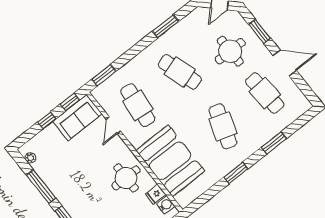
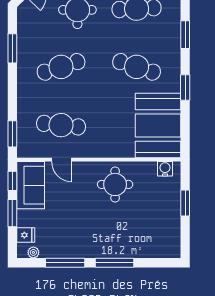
window: (47, 120) -> (12, 213), width x1.50
booth: (170, 161) -> (158, 126), moved, turned 90
fridge: (156, 194) -> (26, 235), moved, turned -90

